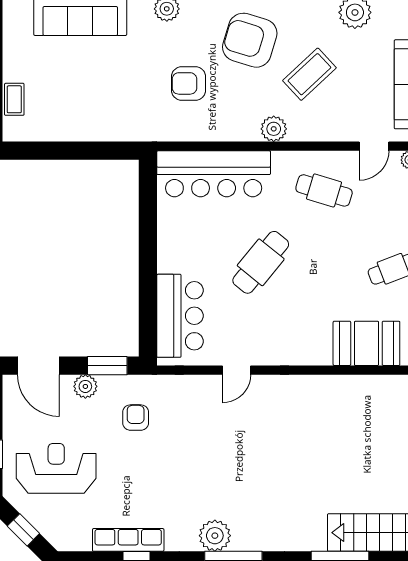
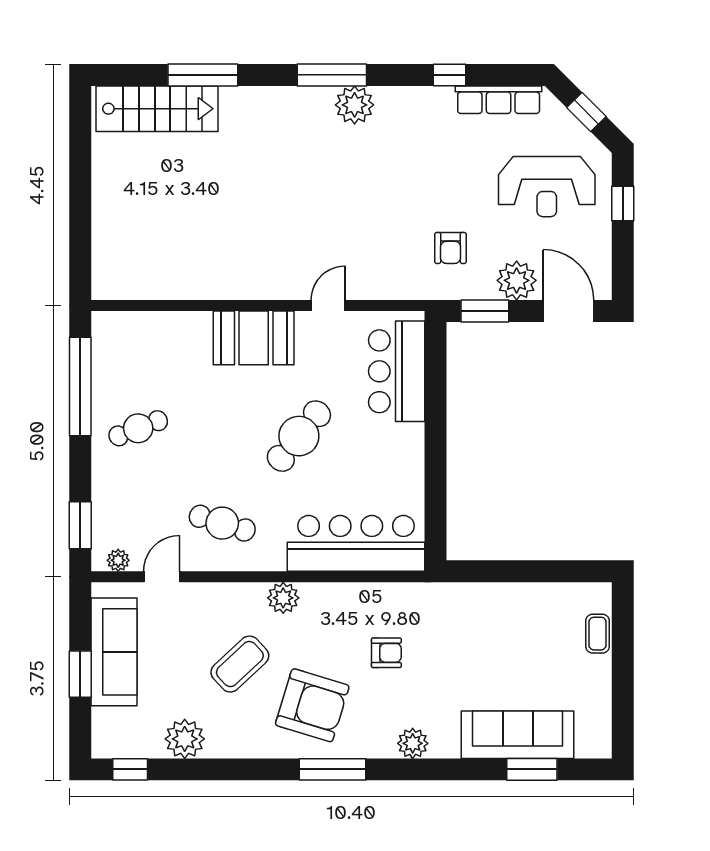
armchair: (189, 83) -> (386, 653), width x0.72, depth x0.72
booth: (366, 343) -> (254, 338), moved
plant: (85, 386) -> (517, 280), width x1.36, depth x1.36
row of seats: (128, 540) -> (499, 100), moved

